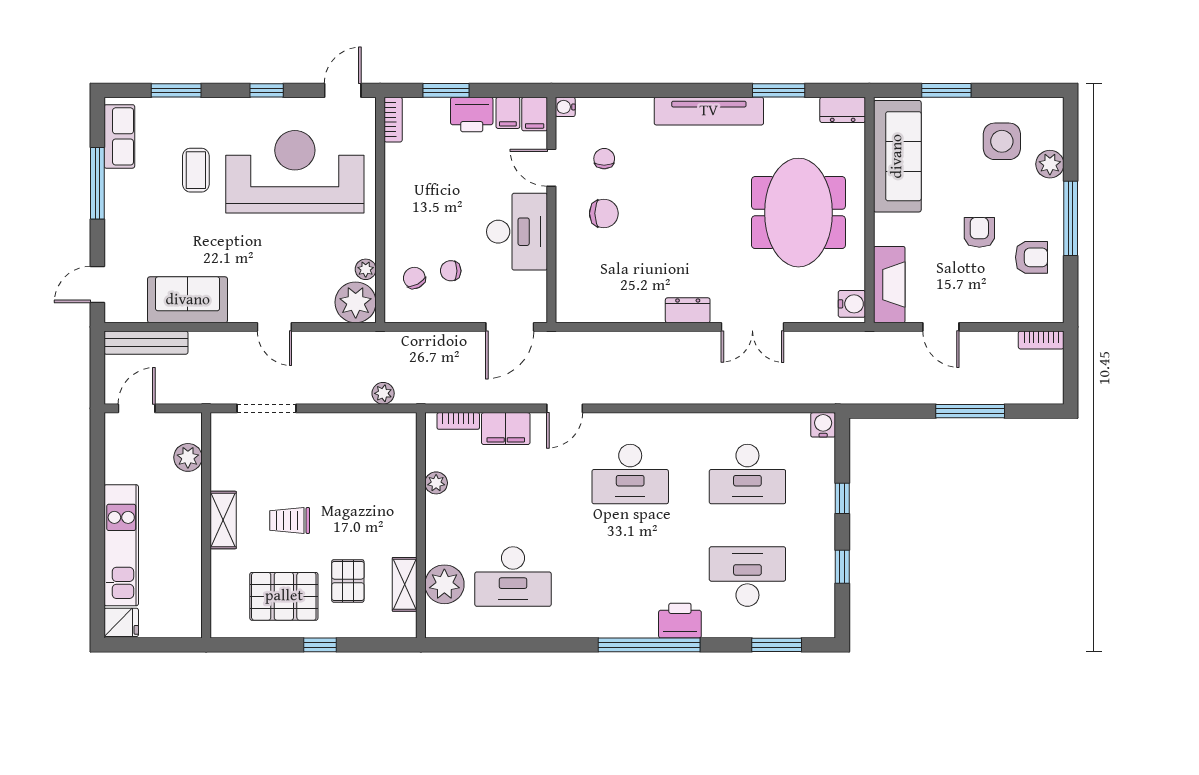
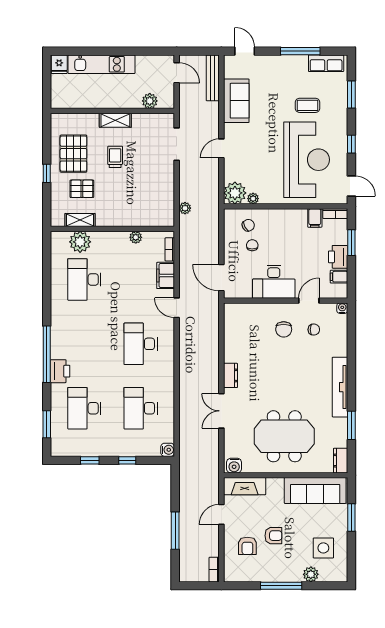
filing cabinet: (535, 114) -> (315, 218), moved, turned -90
armchair: (1031, 257) -> (247, 546), moved
desk: (747, 577) -> (84, 408), turned 180

